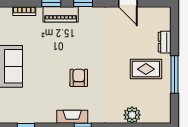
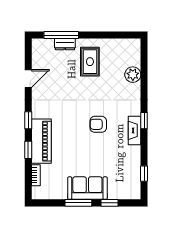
piano: (61, 14) -> (41, 141), width x1.37, depth x1.33
window: (174, 74) -> (61, 35), moved

